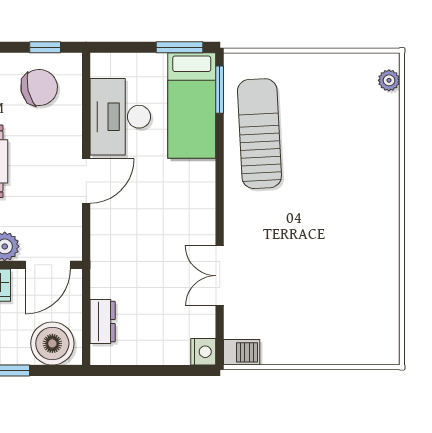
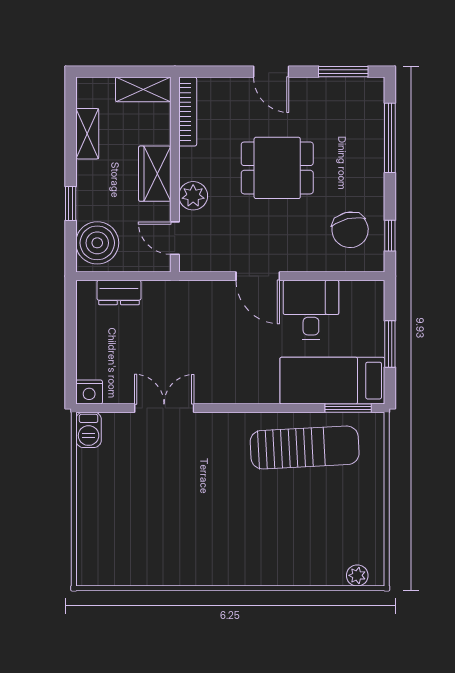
window: (179, 47) -> (390, 344), moved
desk: (120, 117) -> (311, 310), width x0.73
door: (48, 265) -> (175, 238), width x0.73

